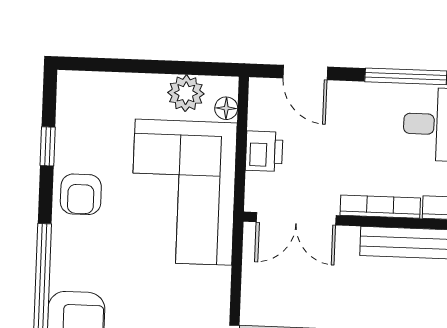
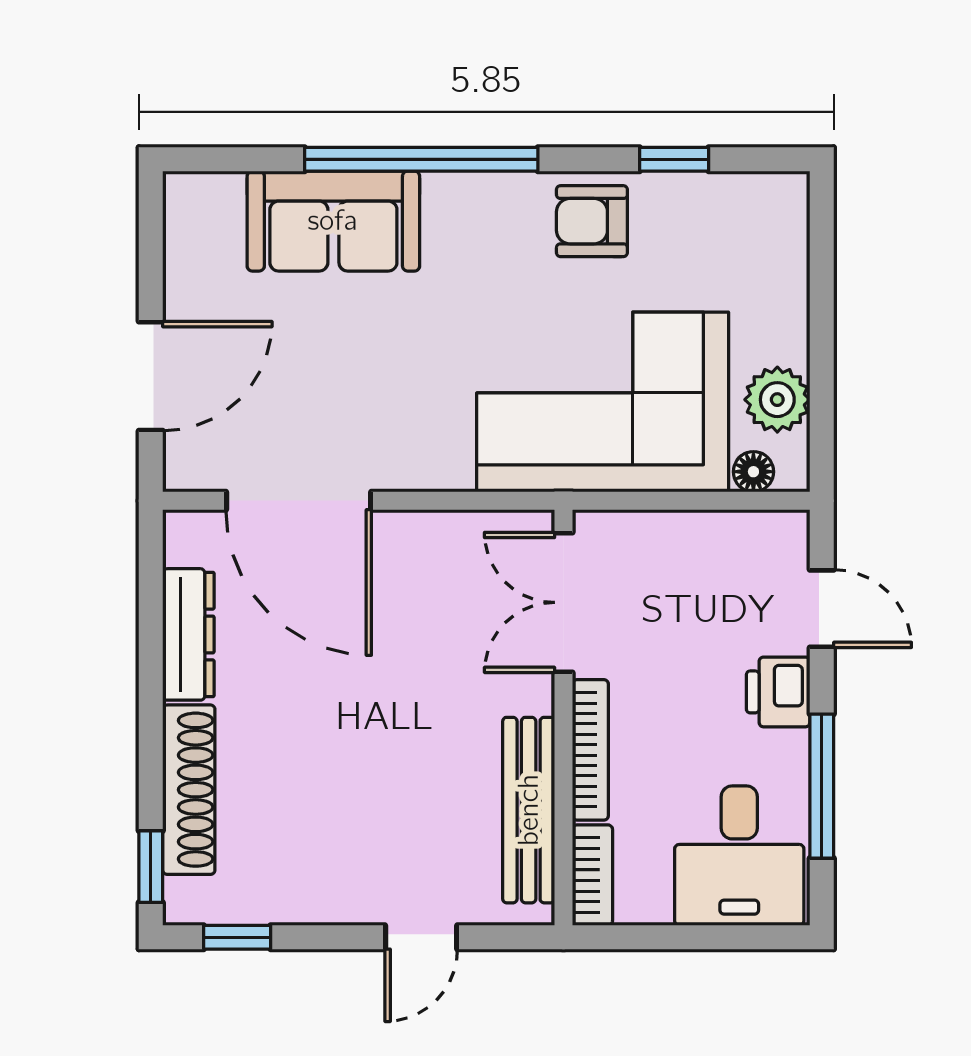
door: (305, 73) -> (822, 609), swing flipped
printer: (264, 151) -> (778, 692), moved, turned 90

